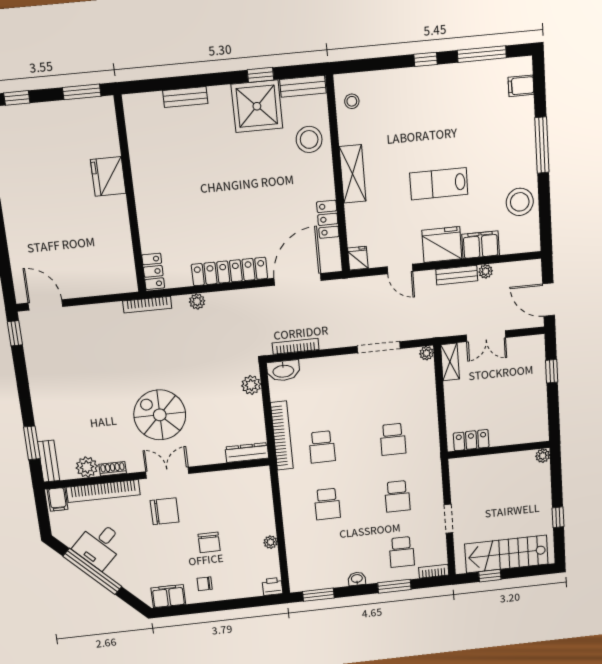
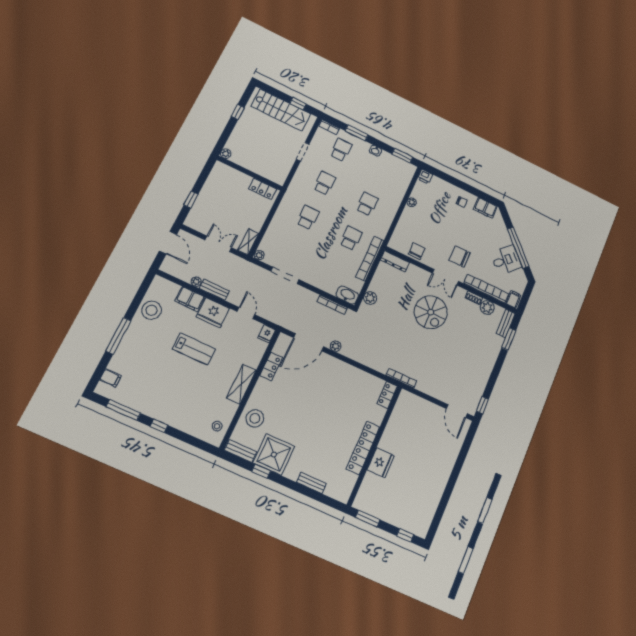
locker: (230, 271) -> (363, 448), moved, turned 90
plant: (197, 301) -> (336, 346), moved
chair: (209, 542) -> (417, 251), moved

